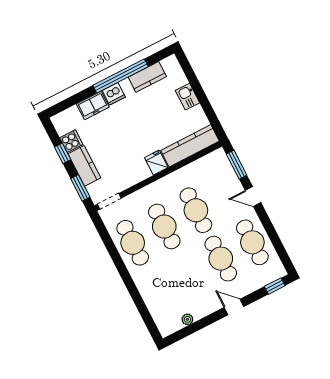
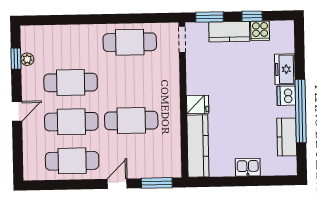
cafe table: (164, 226) -> (71, 83), moved
window: (275, 286) -> (16, 59), moved

